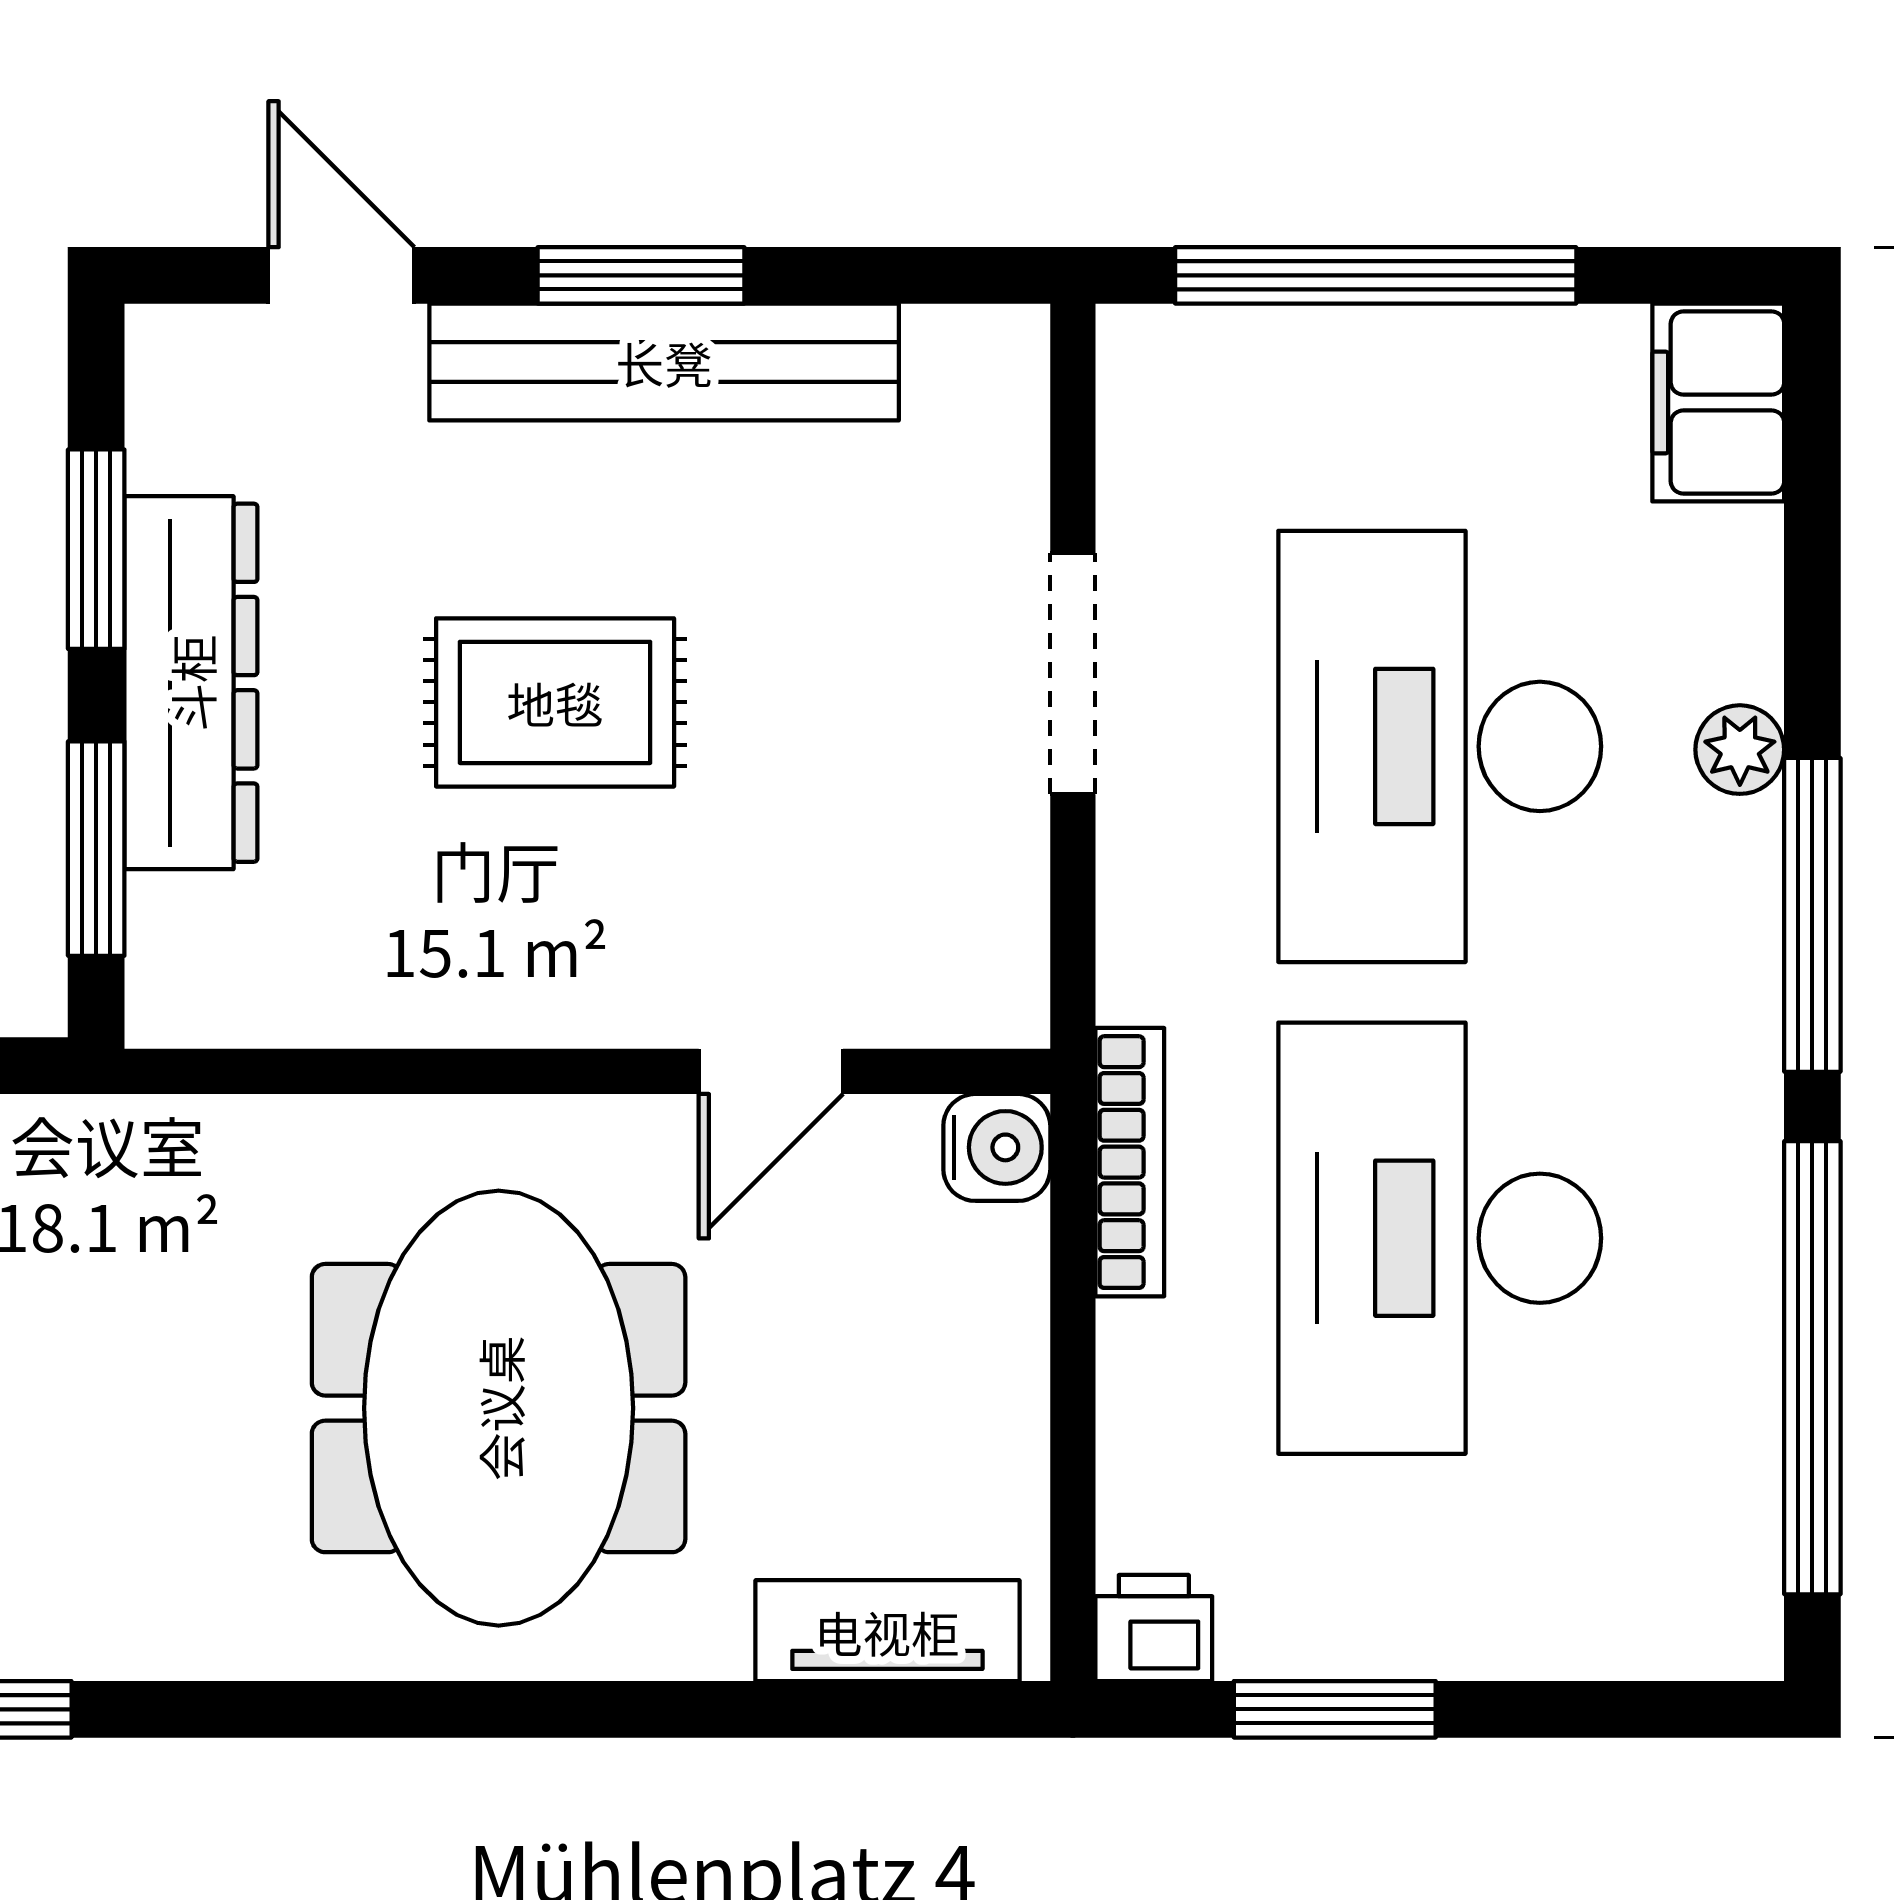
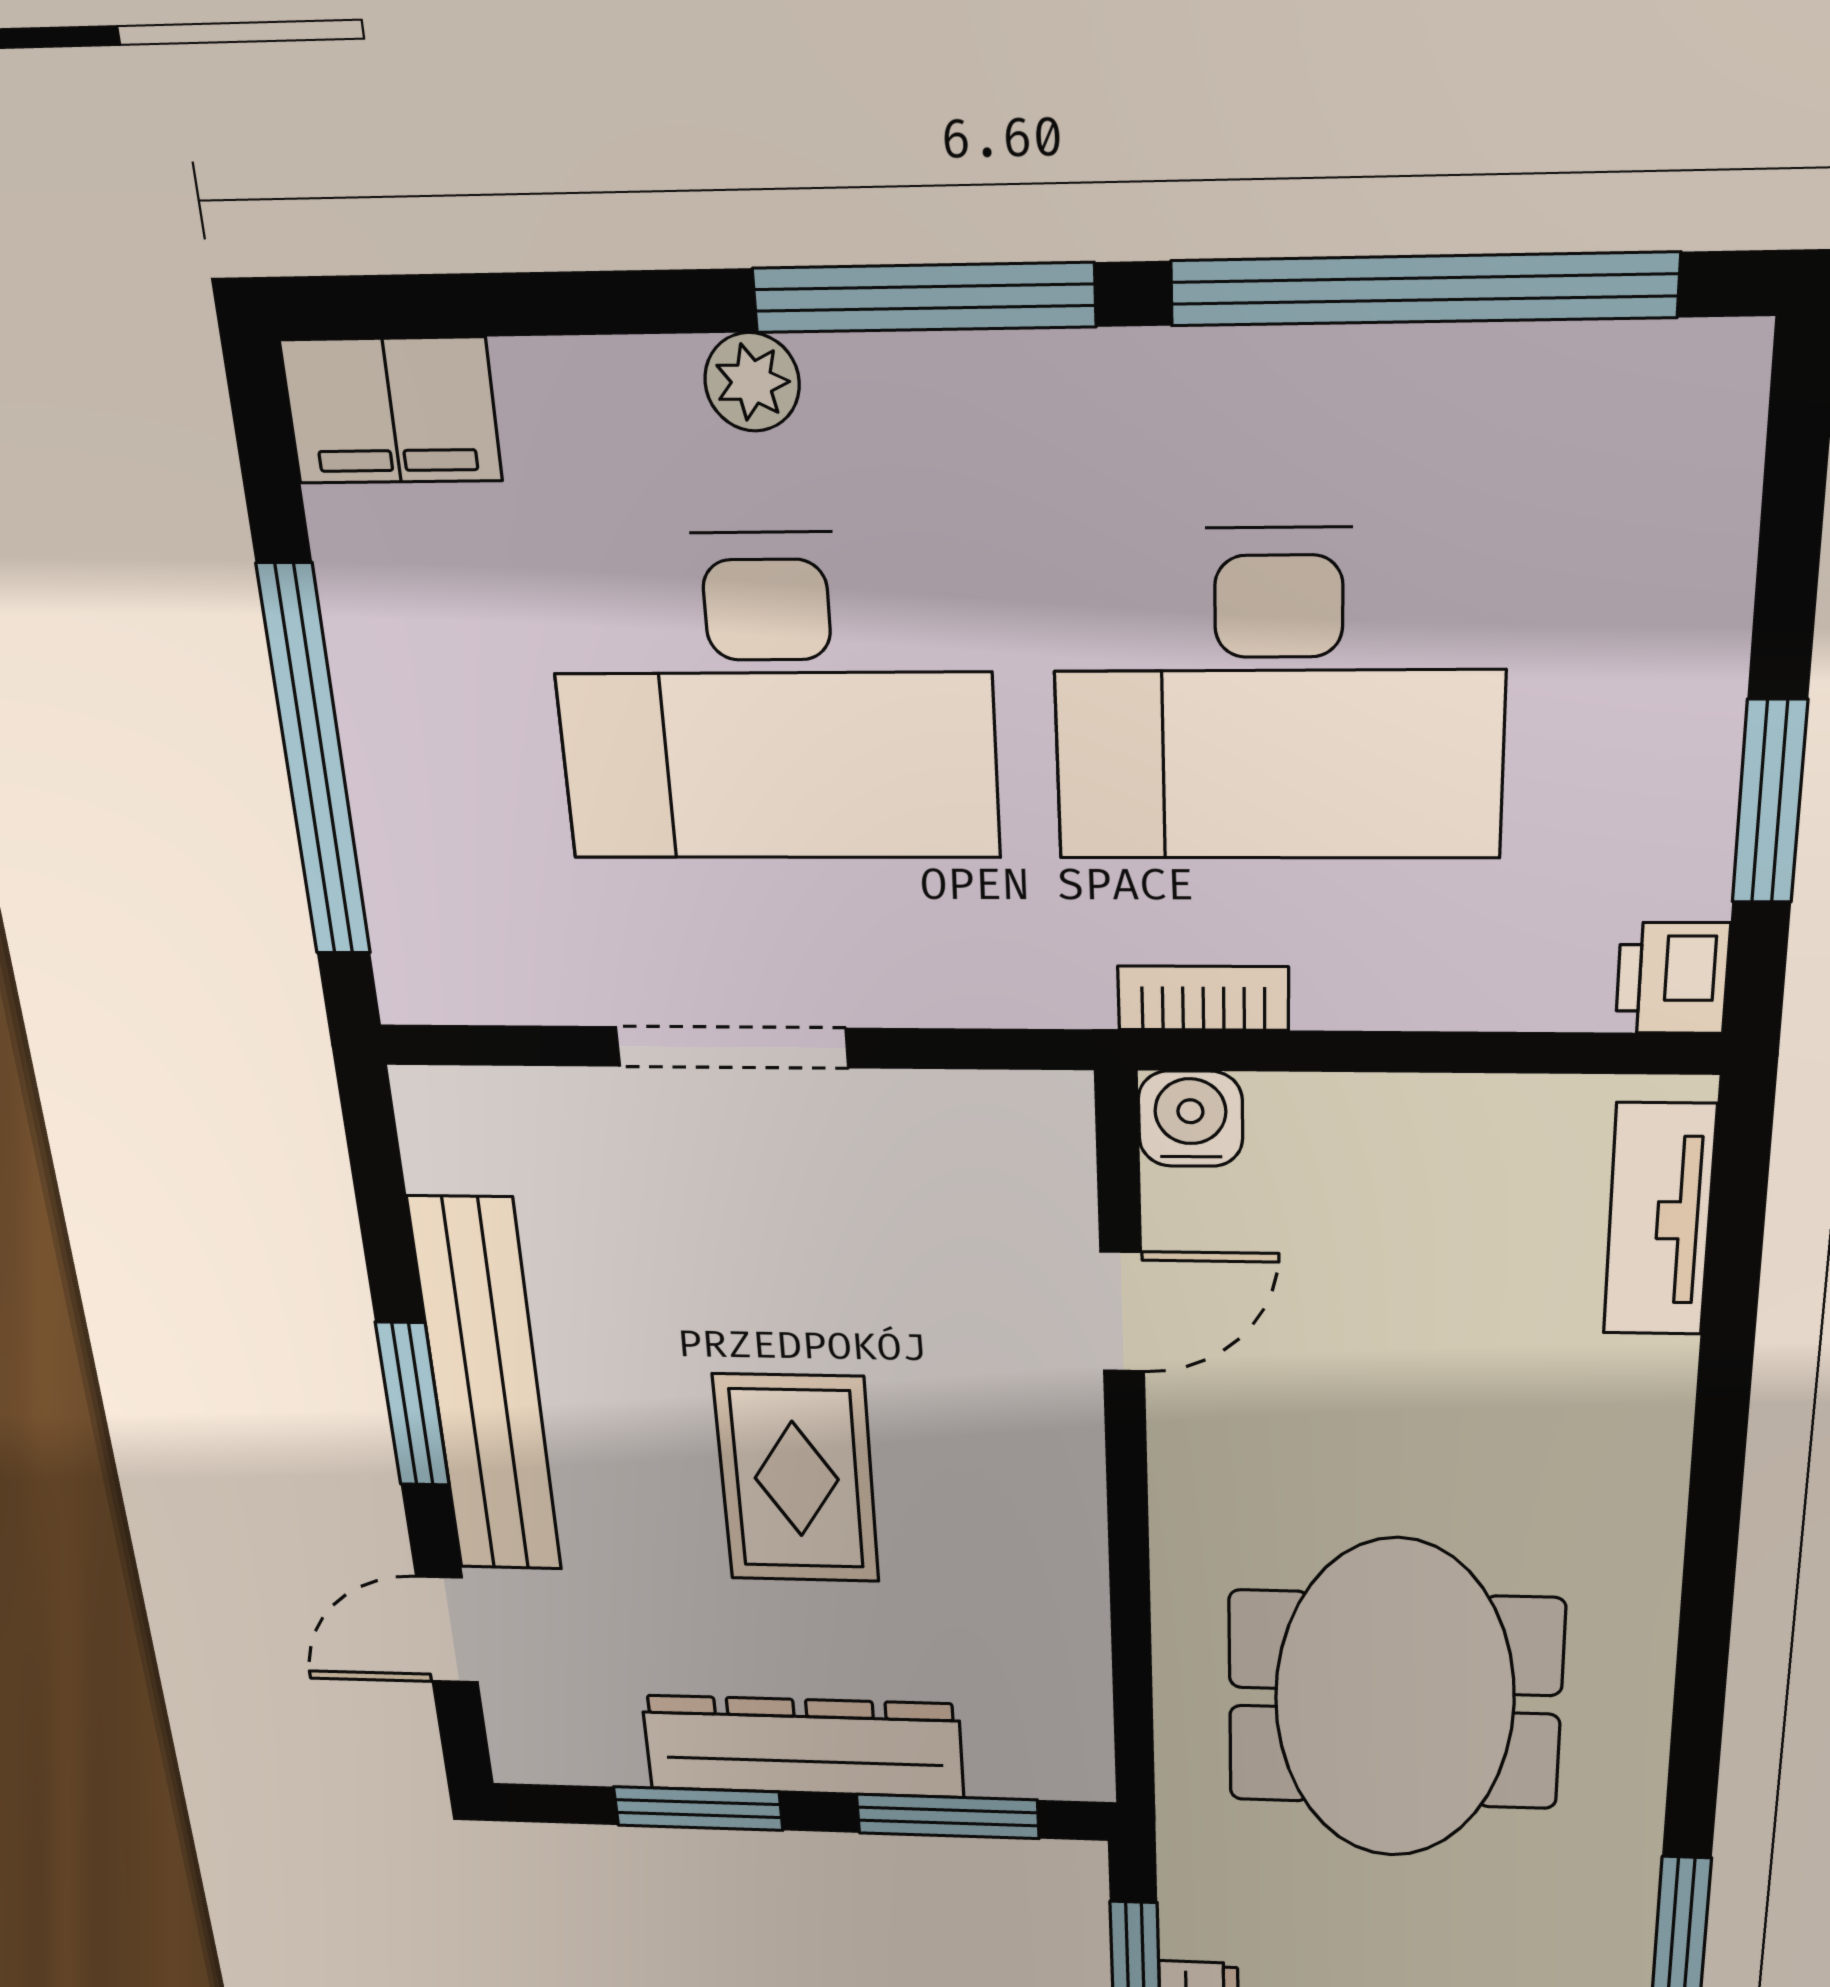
door: (771, 1071) -> (1122, 1312), hinge flipped
bookcase: (1130, 1162) -> (1203, 998), width x0.64
meeting table: (499, 1408) -> (1394, 1701), moved, turned 90

